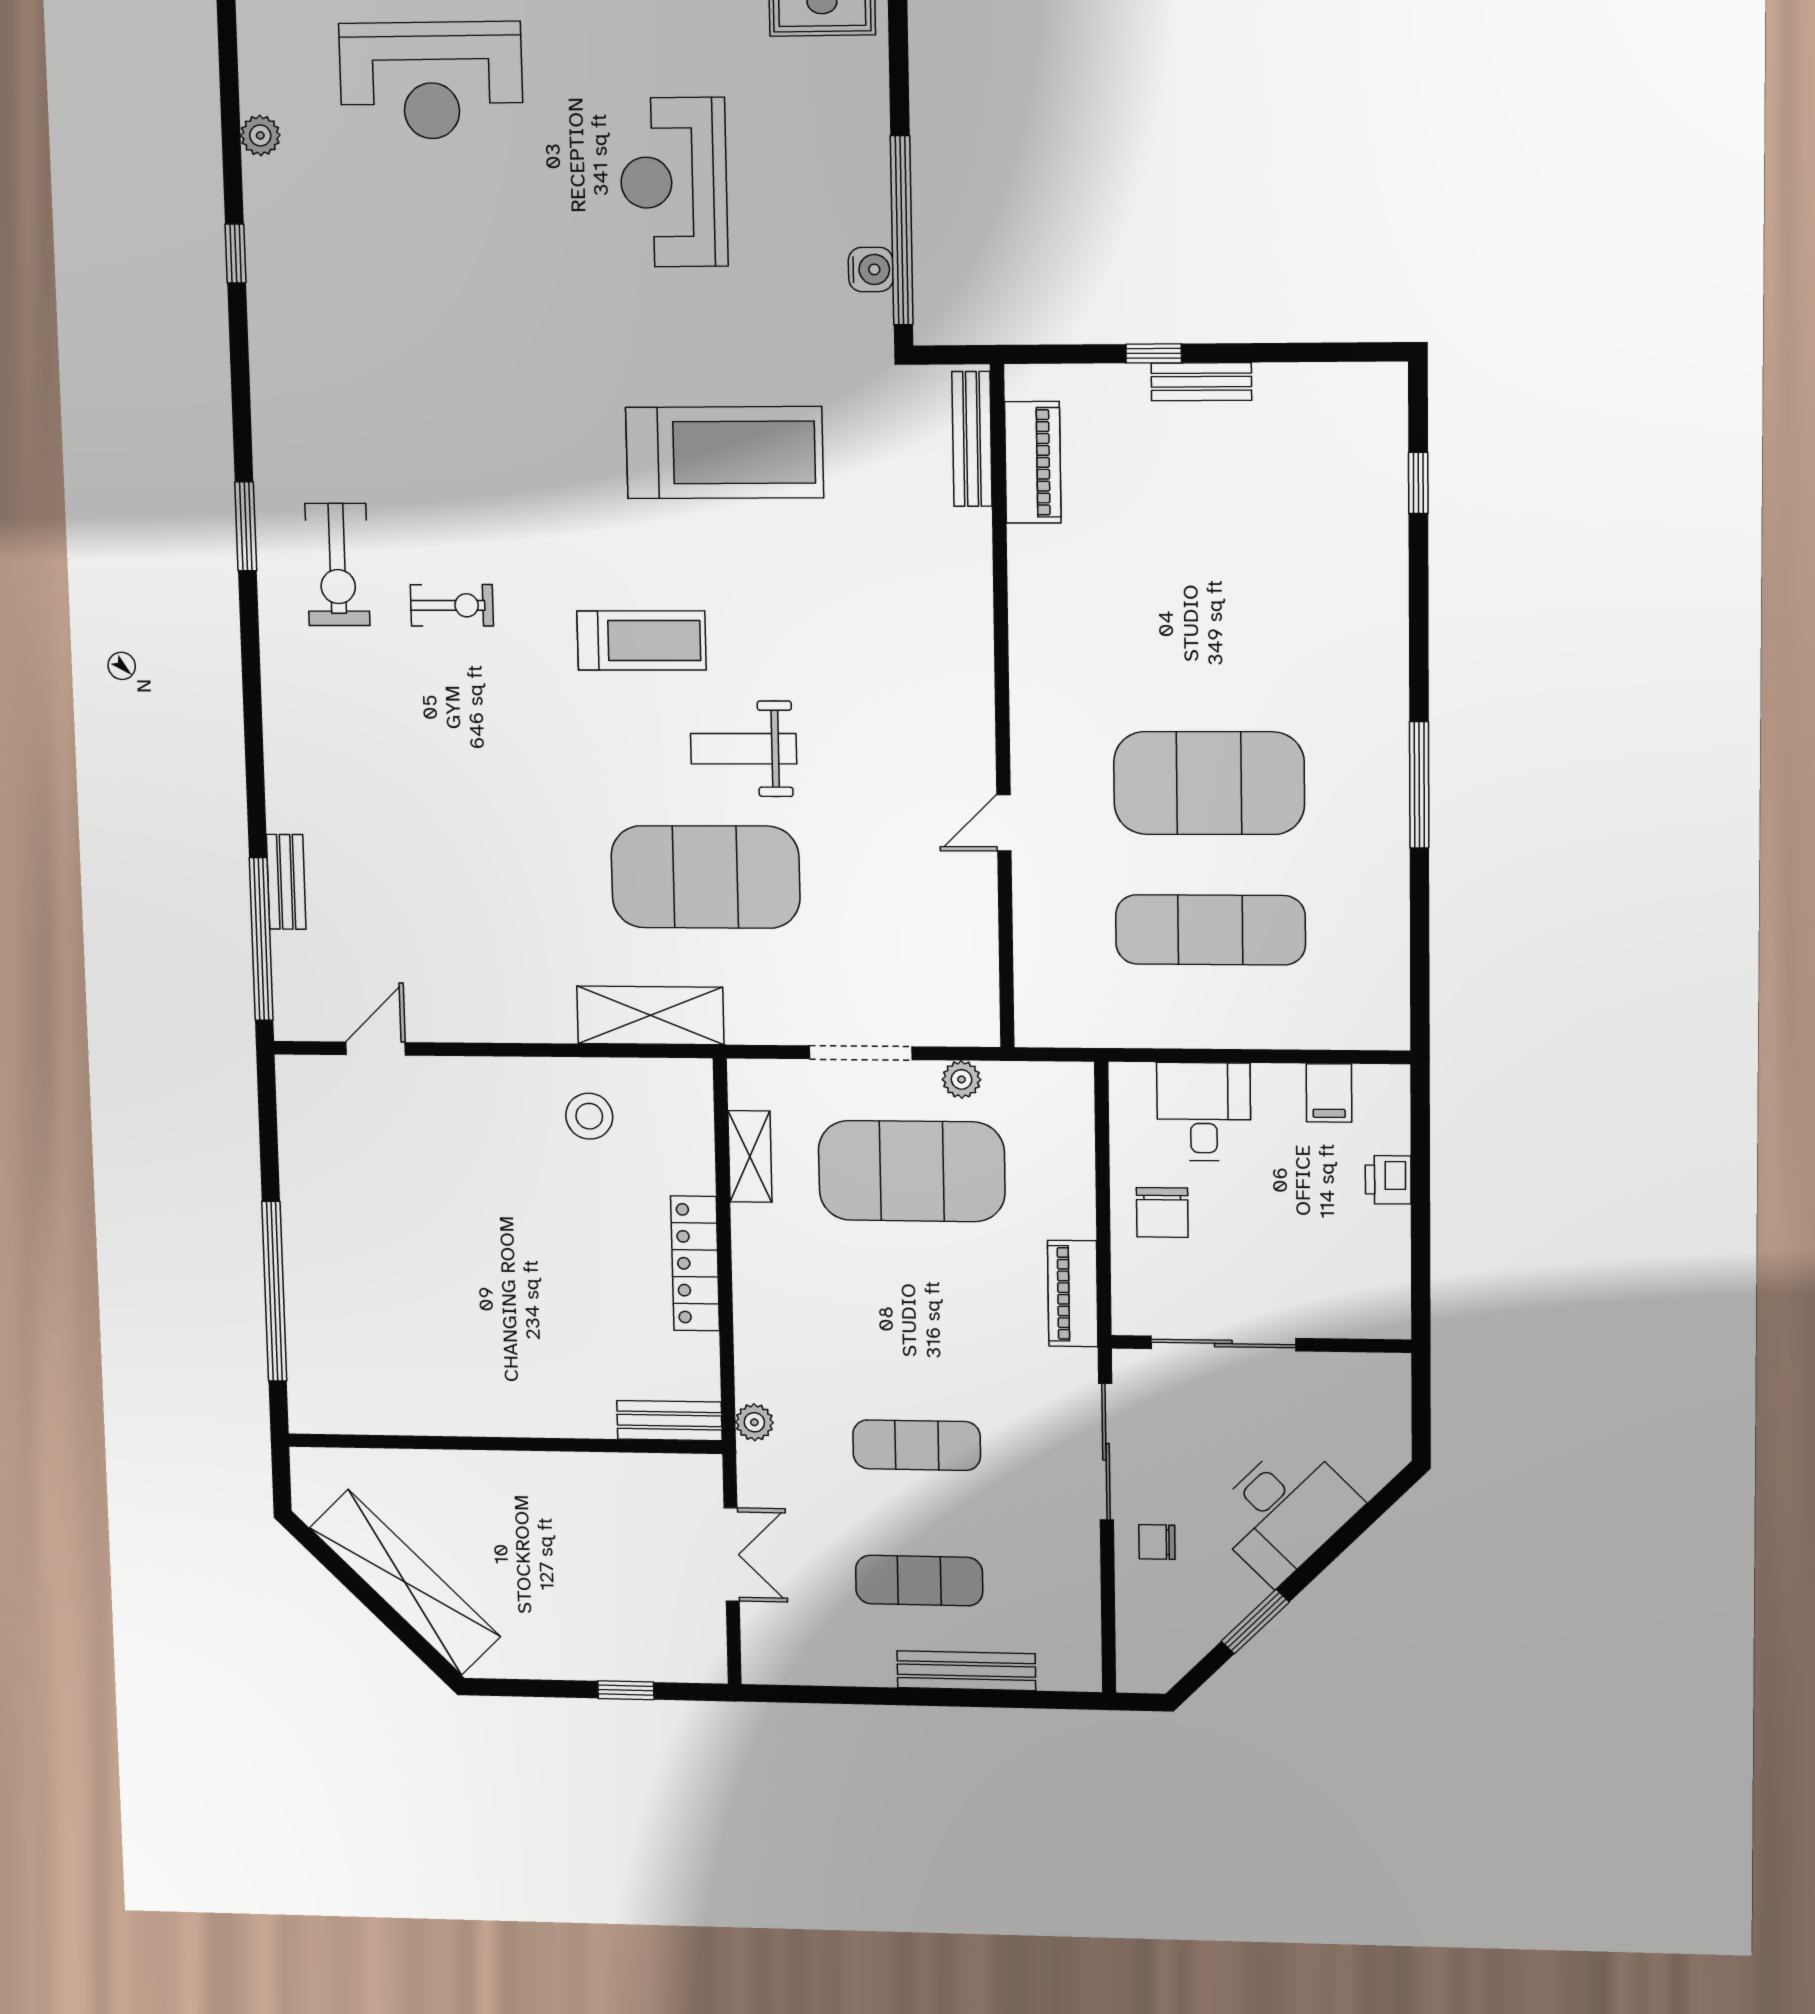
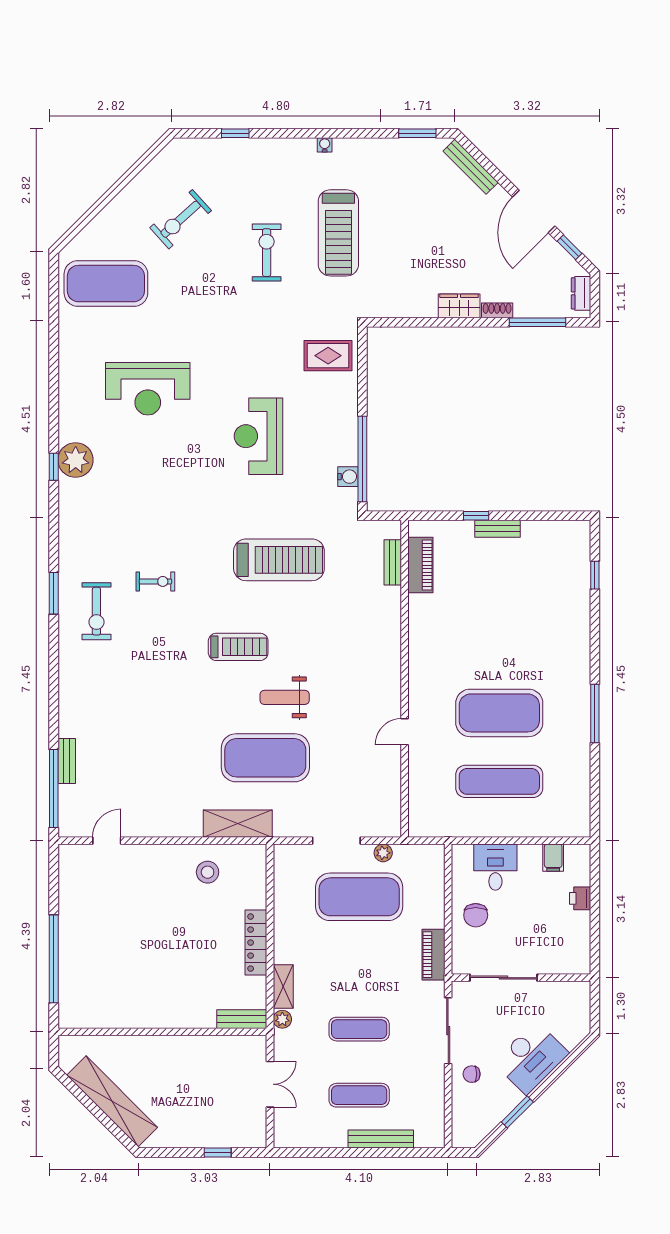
plant: (260, 135) -> (76, 460), moved, width x1.87, depth x1.87
bench: (972, 439) -> (393, 562), width x0.73
exercise bike: (452, 605) -> (155, 581), moved
shelving: (750, 1156) -> (283, 986), moved

